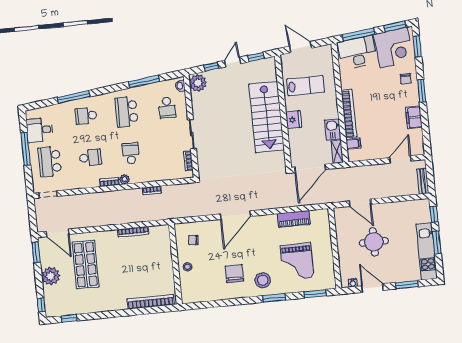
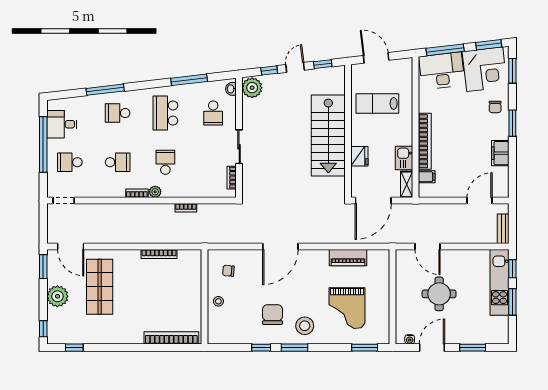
lab bench: (306, 86) -> (377, 103), turned 180
fridge: (294, 120) -> (359, 156), moved
window: (26, 149) -> (43, 145), width x1.46
school desk: (50, 162) -> (70, 162), width x0.54
kitchen unit: (427, 251) -> (499, 282), moved
door: (372, 288) -> (432, 348), hinge flipped
window: (274, 298) -> (295, 348), moved
window: (228, 302) -> (261, 348), added

